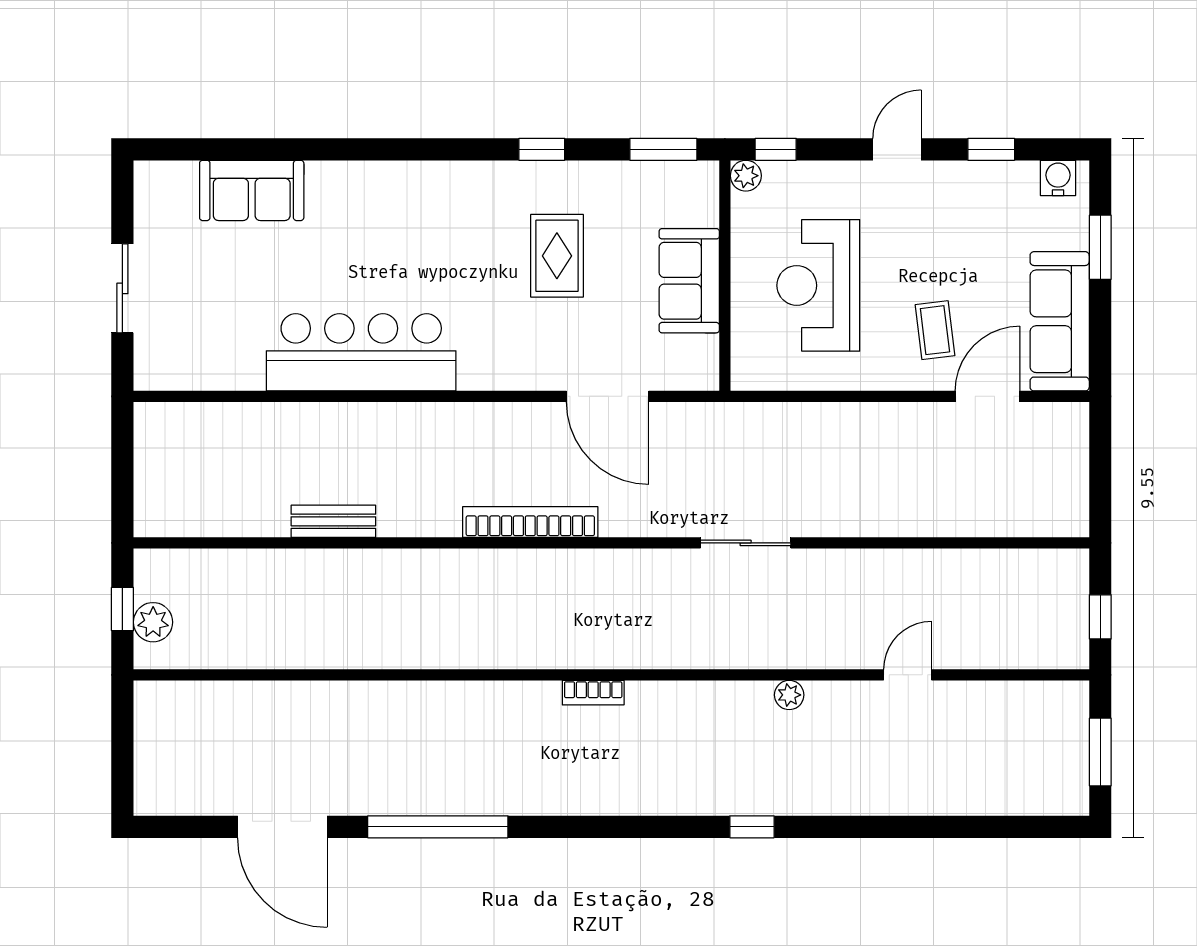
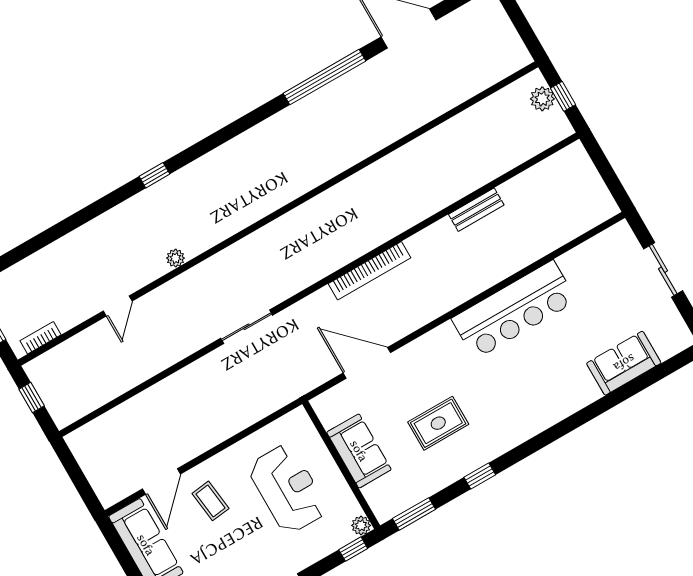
rug: (557, 256) -> (438, 423), turned 90
bookcase: (593, 693) -> (40, 338), moved

